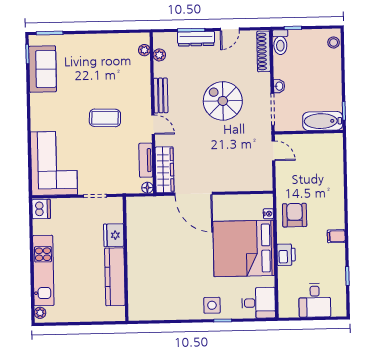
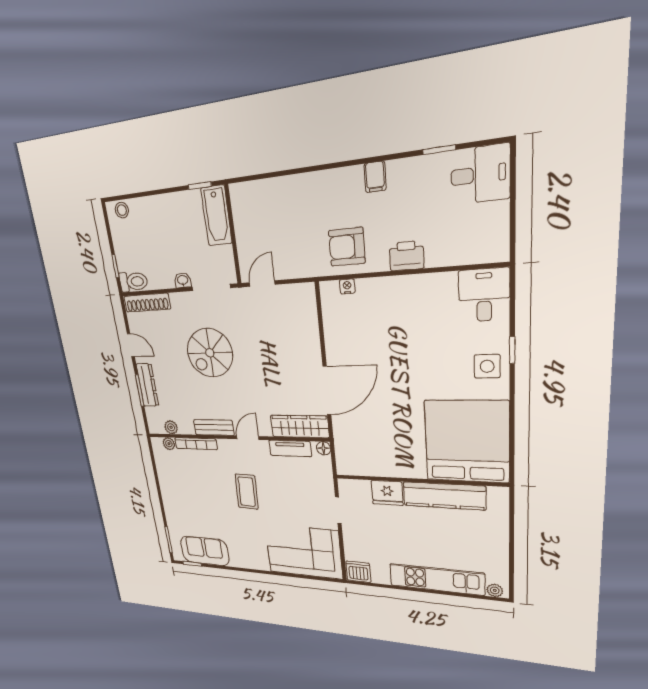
bookcase: (146, 76) -> (196, 444), added
bed: (244, 248) -> (467, 441), moved, turned 180
desk: (315, 300) -> (480, 174), moved

